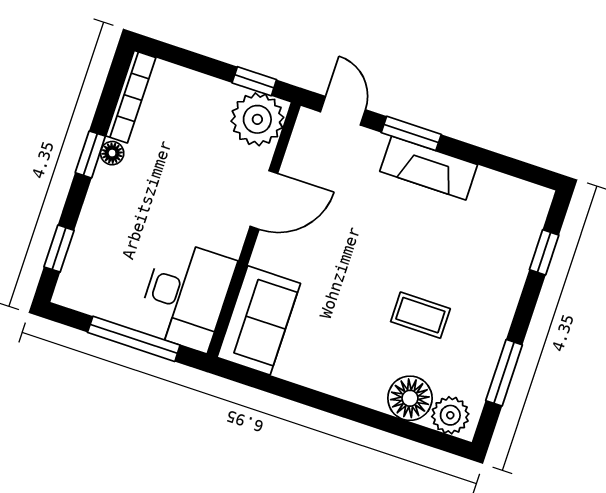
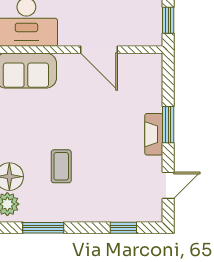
door: (343, 111) -> (168, 185), moved
plant: (257, 119) -> (146, 30), removed
fireplace: (429, 168) -> (154, 134), width x0.73, depth x0.76

